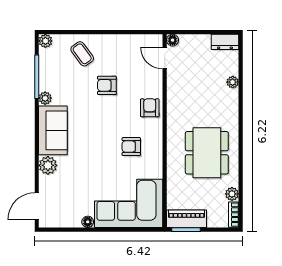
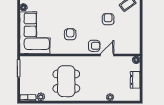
dresser: (225, 42) -> (135, 80), moved
door: (165, 58) -> (107, 55), moved
dining table: (207, 153) -> (66, 81), turned 90
piano: (186, 219) -> (25, 69), removed

